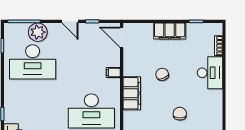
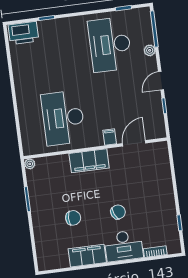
filing cabinet: (170, 31) -> (87, 256), moved, turned 90
plant: (38, 32) -> (150, 50), width x0.53, depth x0.53
door: (122, 37) -> (134, 143), moved
chair: (162, 74) -> (118, 212), moved

